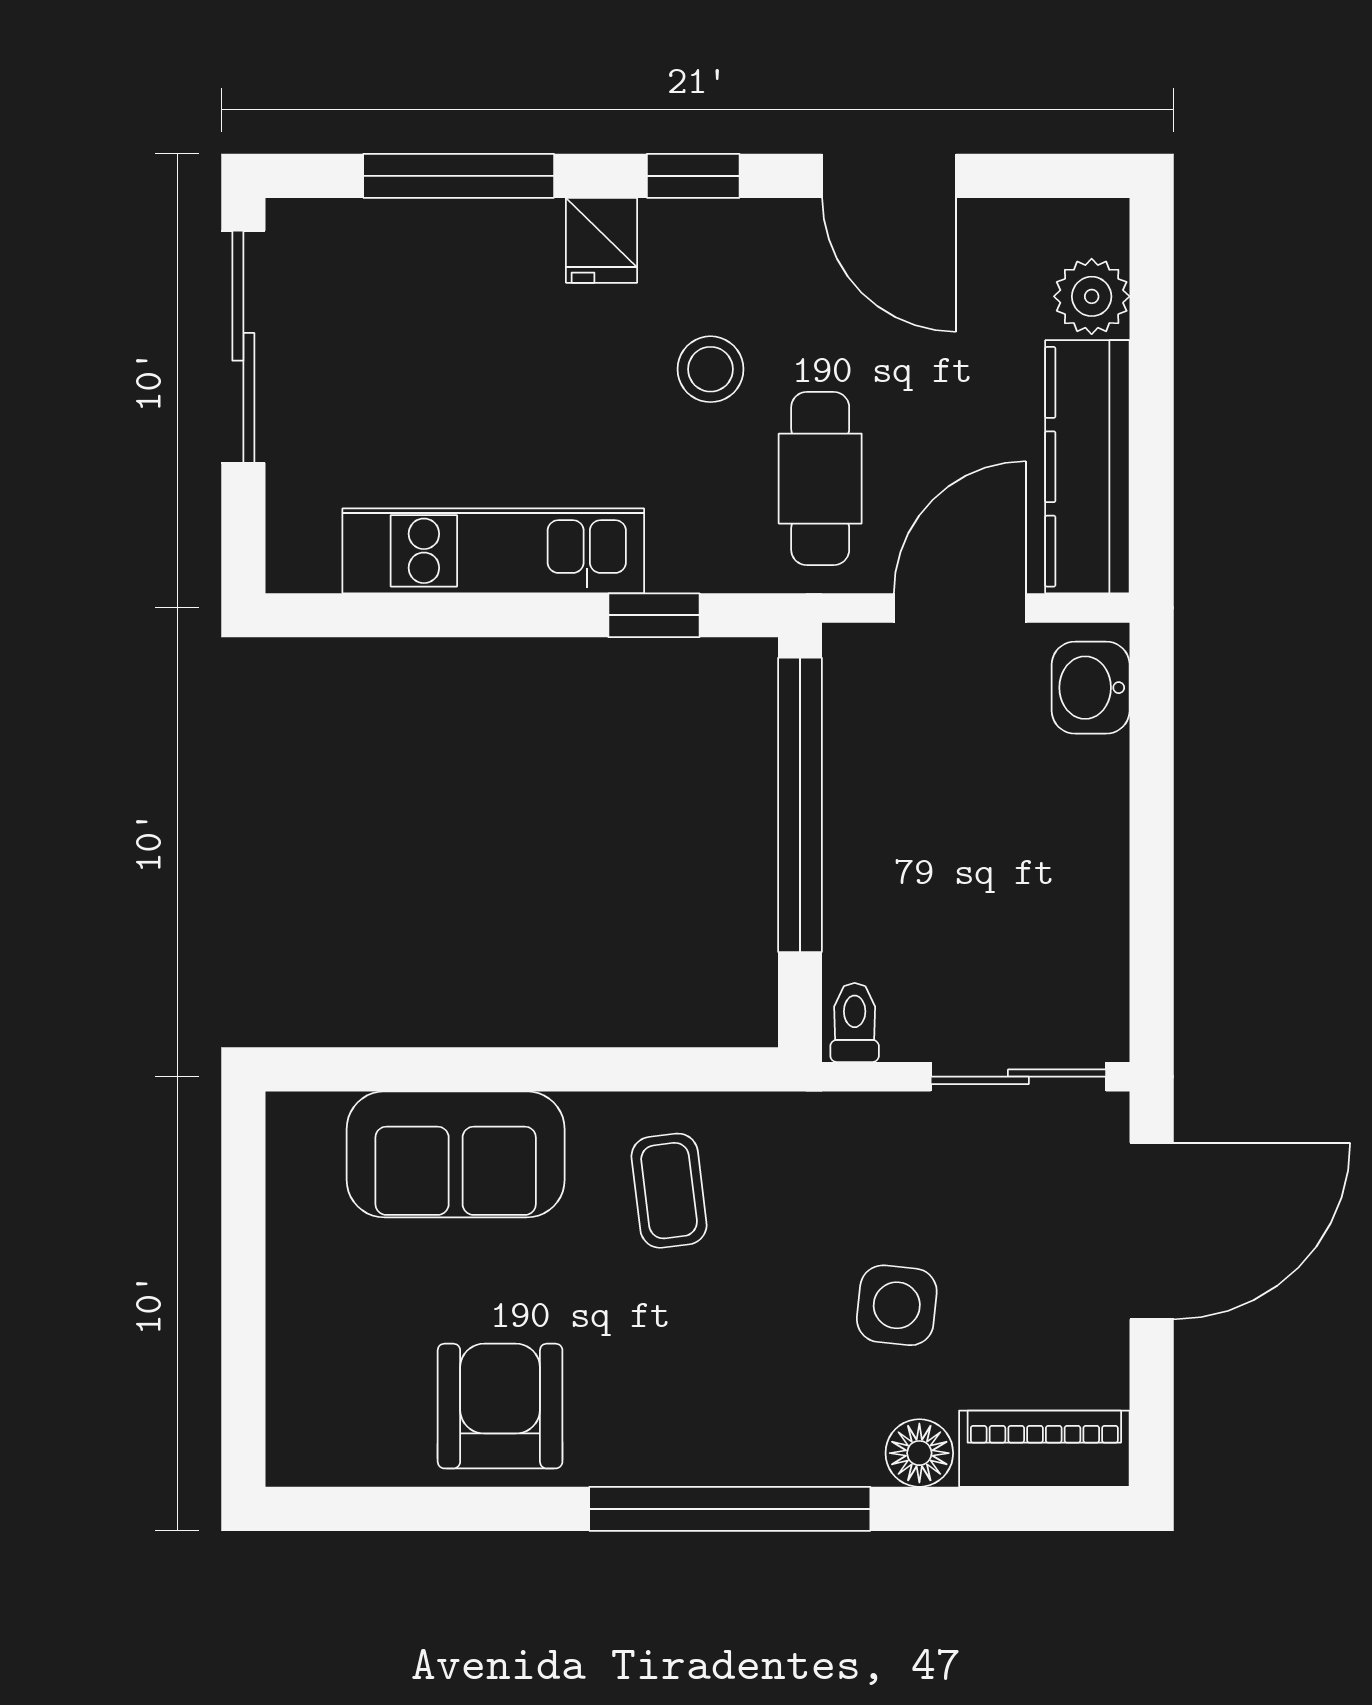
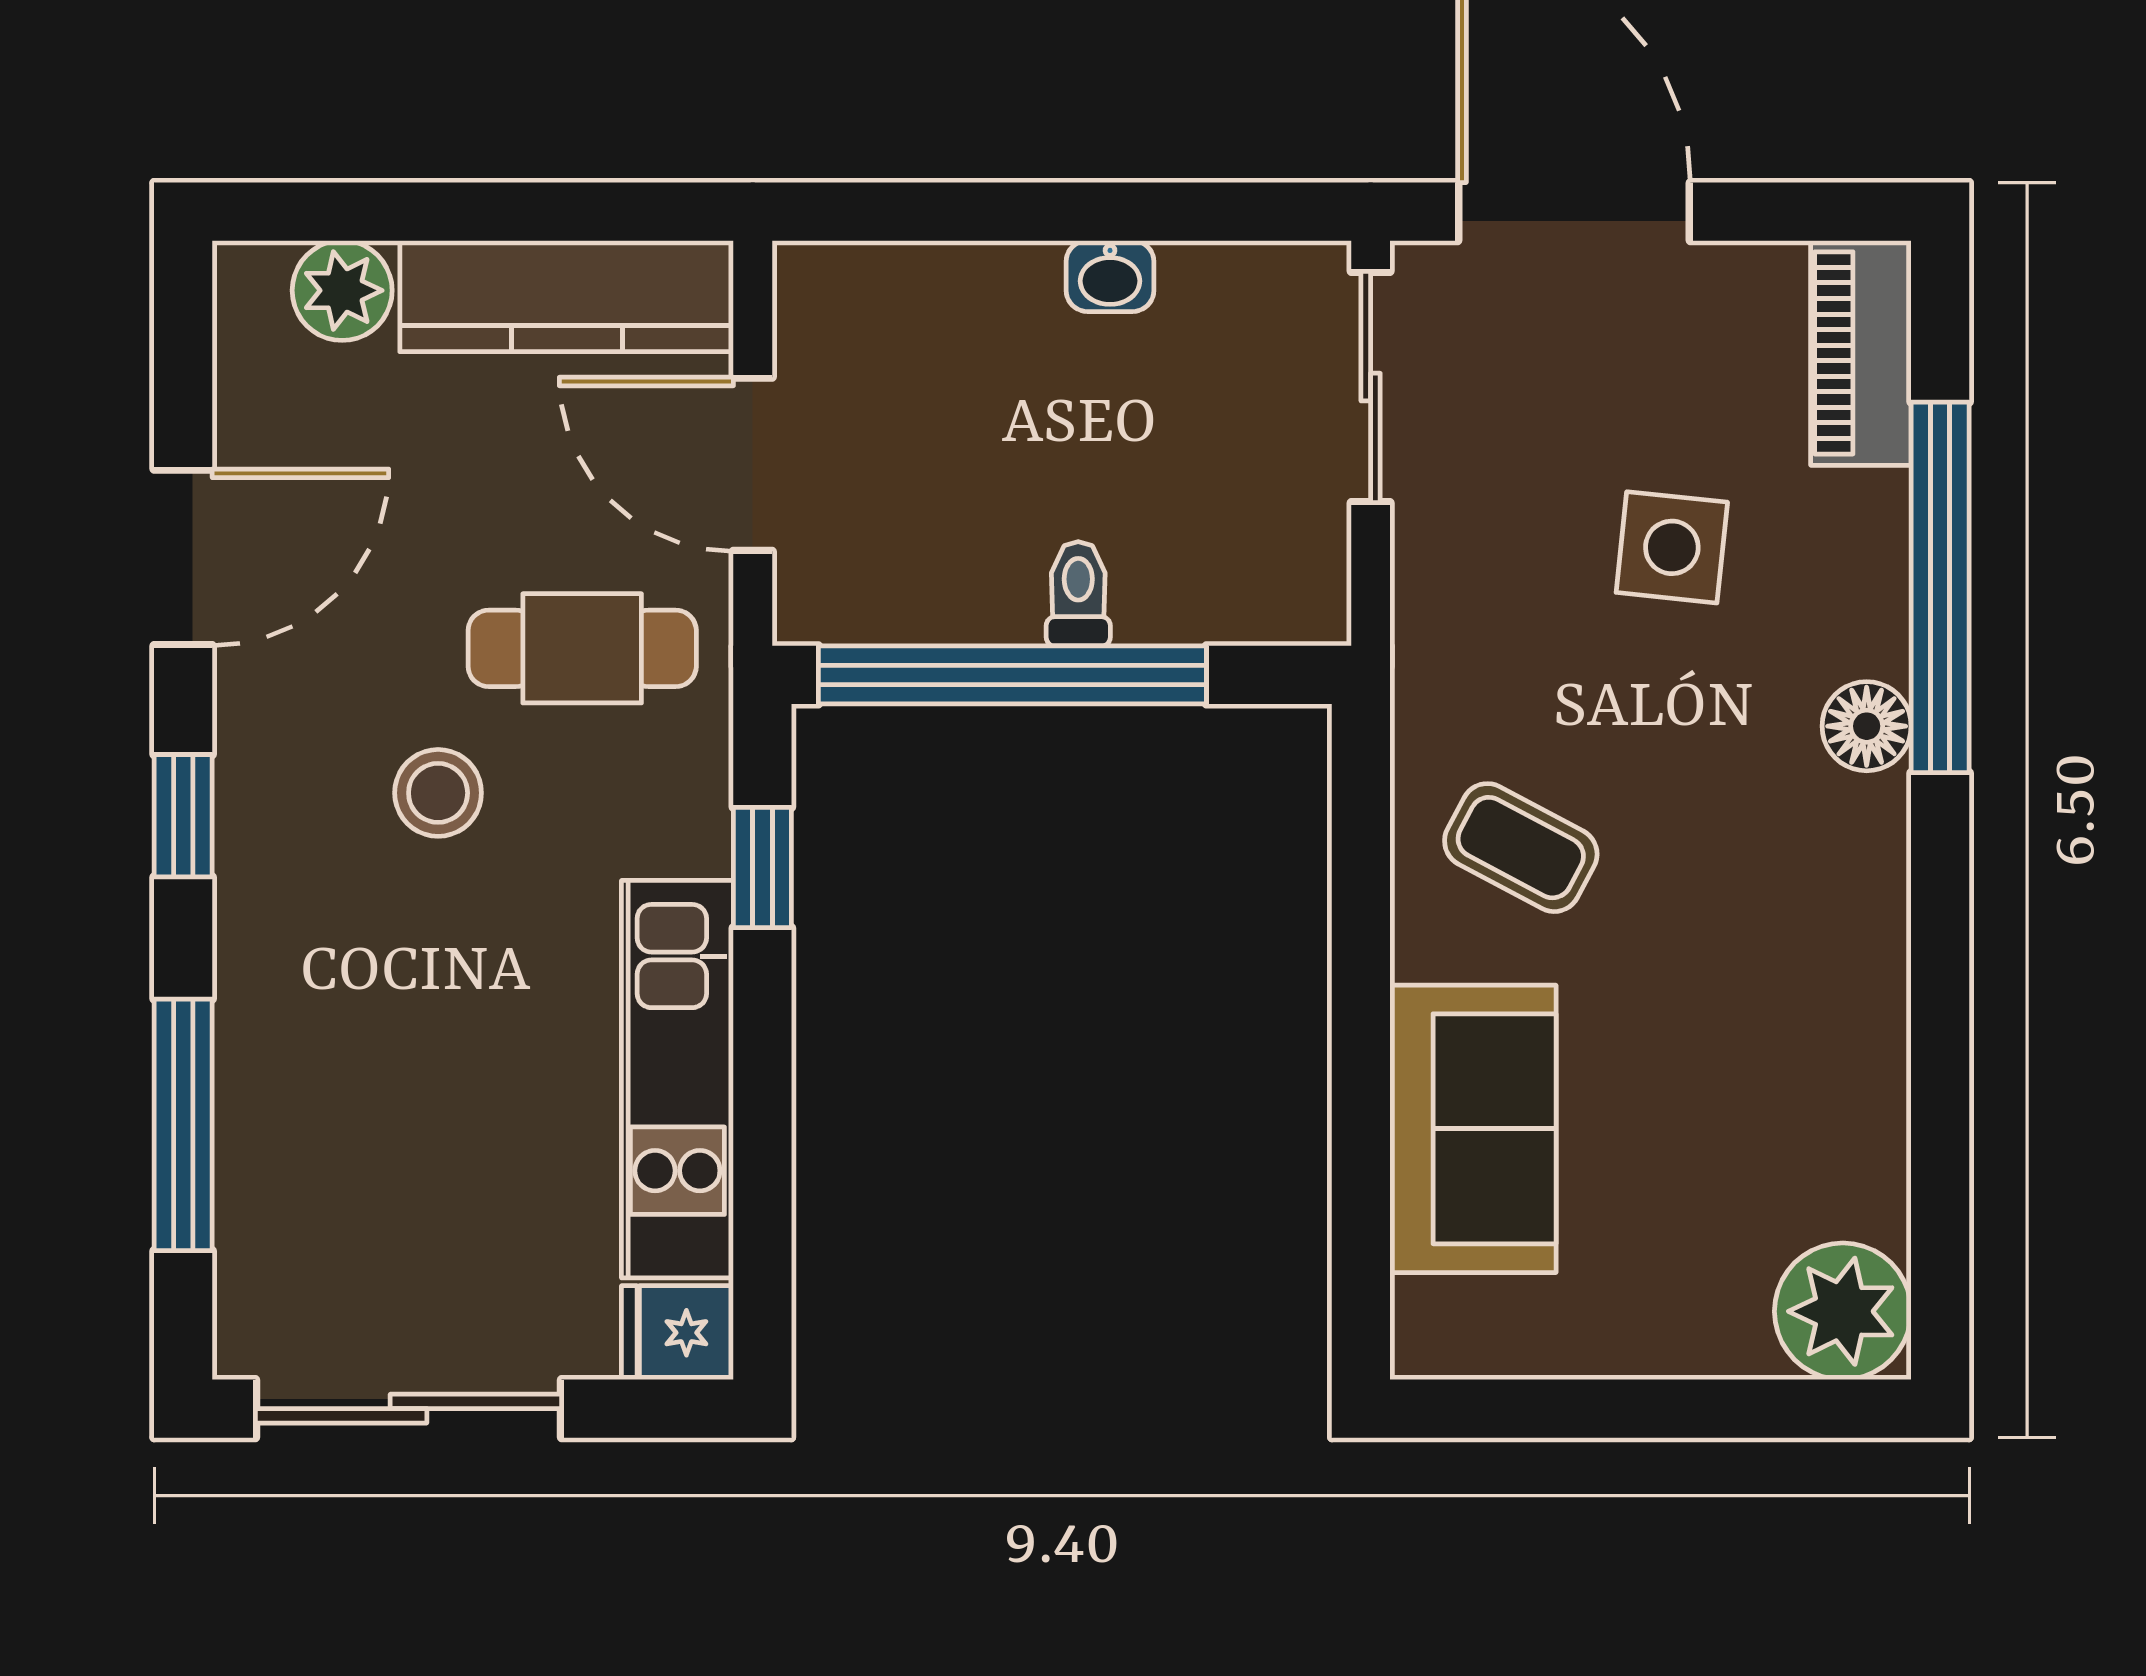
fridge: (602, 240) -> (677, 1333), moved, turned 180
washbasin: (1091, 688) -> (1110, 276), moved, width x0.72, depth x0.69
toilet: (855, 1022) -> (1078, 594), moved, turned 90
coffee table: (669, 1191) -> (1521, 848), turned 35
armchair: (500, 1406) -> (1805, 1070), removed
plant: (317, 1435) -> (1843, 1311), added
floor lamp: (919, 1453) -> (1867, 726), moved
window: (730, 1509) -> (1940, 587), moved

